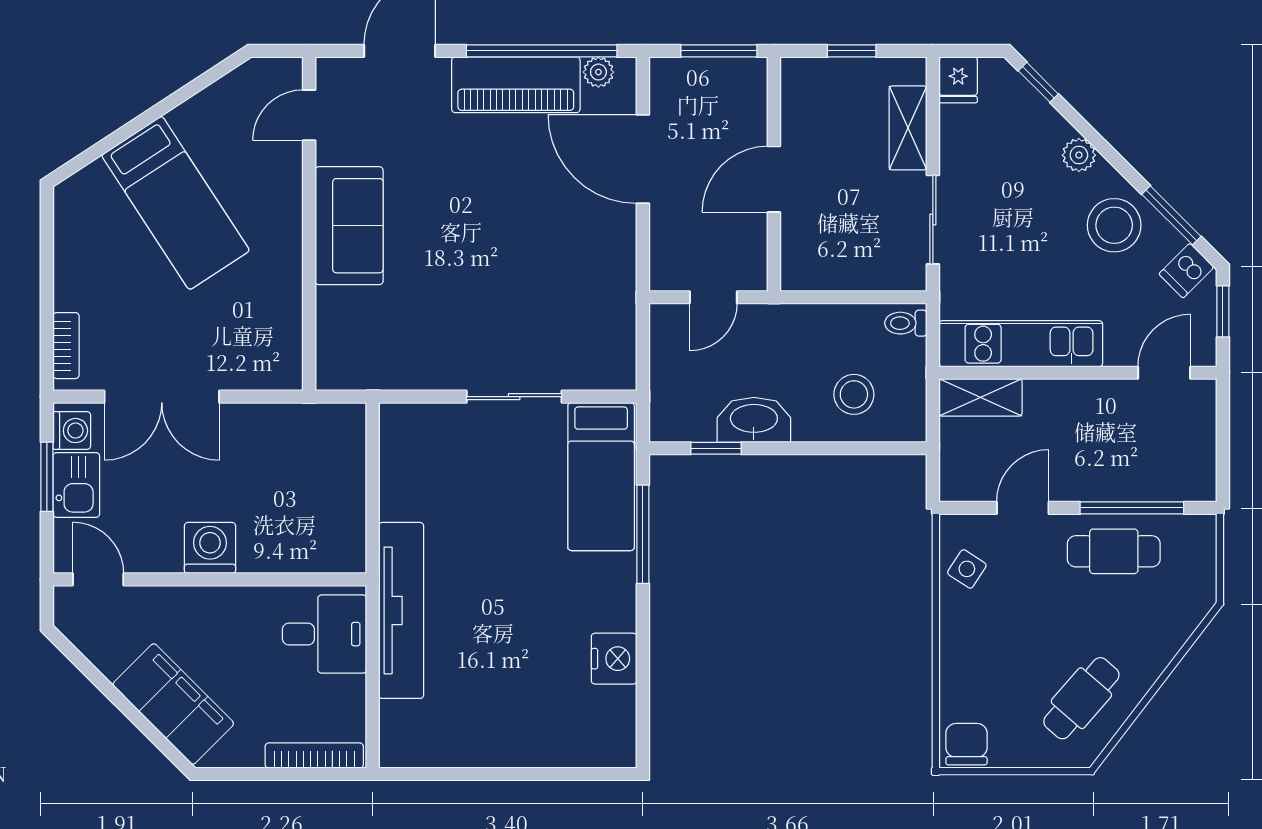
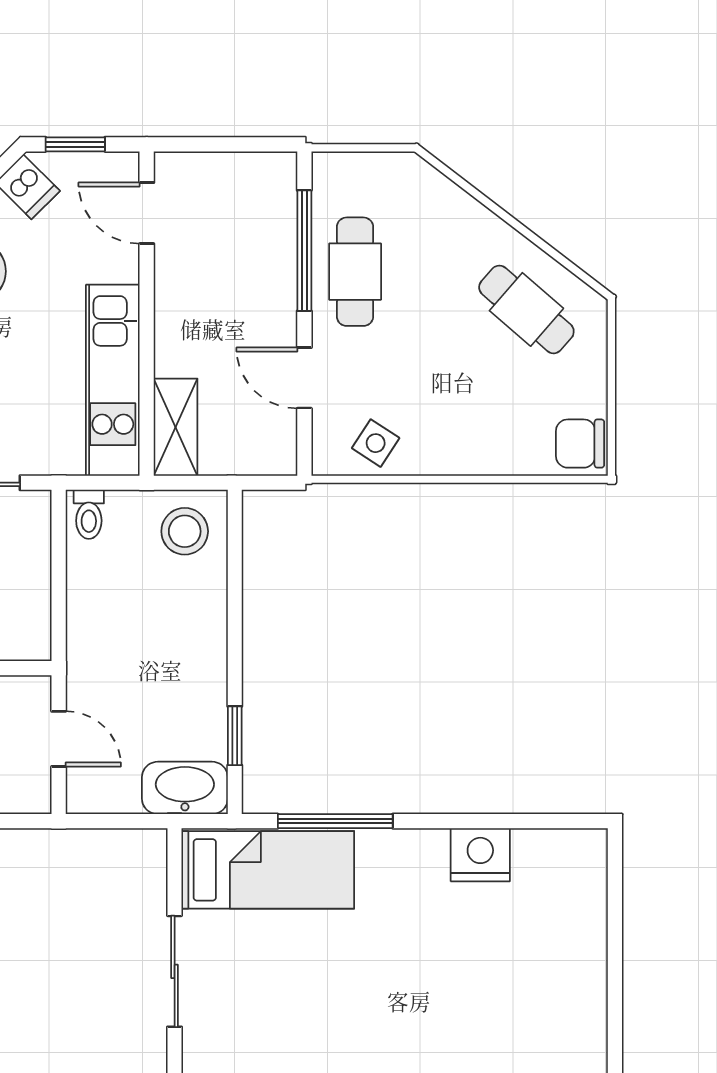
stool: (854, 394) -> (185, 531), moved
washbasin: (754, 420) -> (185, 788), moved, turned 90

